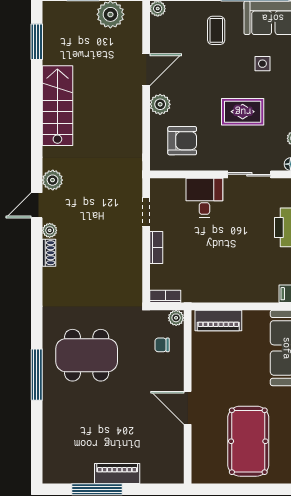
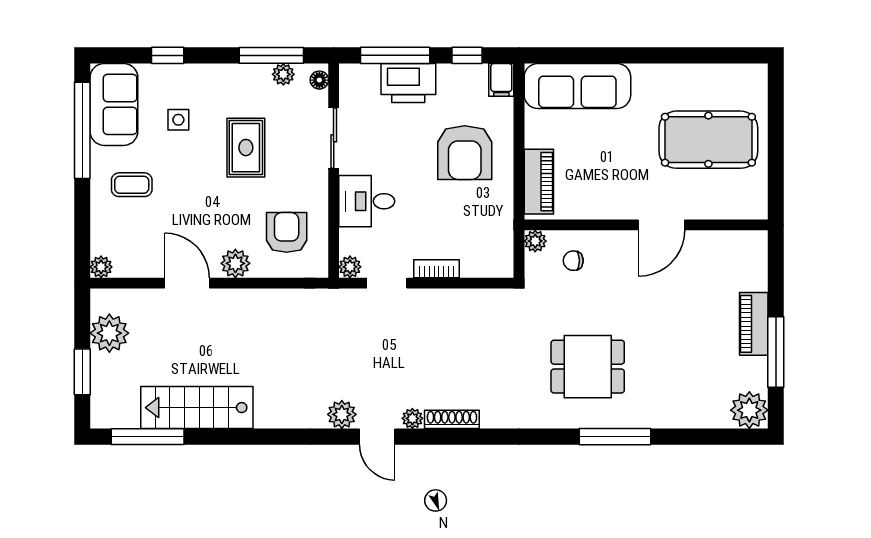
window: (37, 42) -> (148, 437), width x1.44
stairs: (57, 106) -> (197, 408), moved
plant: (158, 186) -> (350, 267), added
shoe rack: (49, 253) -> (452, 419), width x1.43
armchair: (239, 268) -> (465, 153), added
bookcase: (165, 296) -> (505, 256), removed
chair: (162, 345) -> (573, 261), turned 90
dining table: (87, 355) -> (588, 367), width x0.73
plant: (56, 470) -> (749, 410), added

